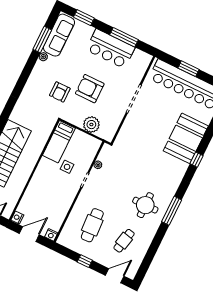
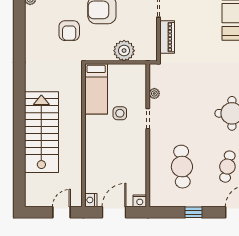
piano: (126, 130) -> (167, 37), added

